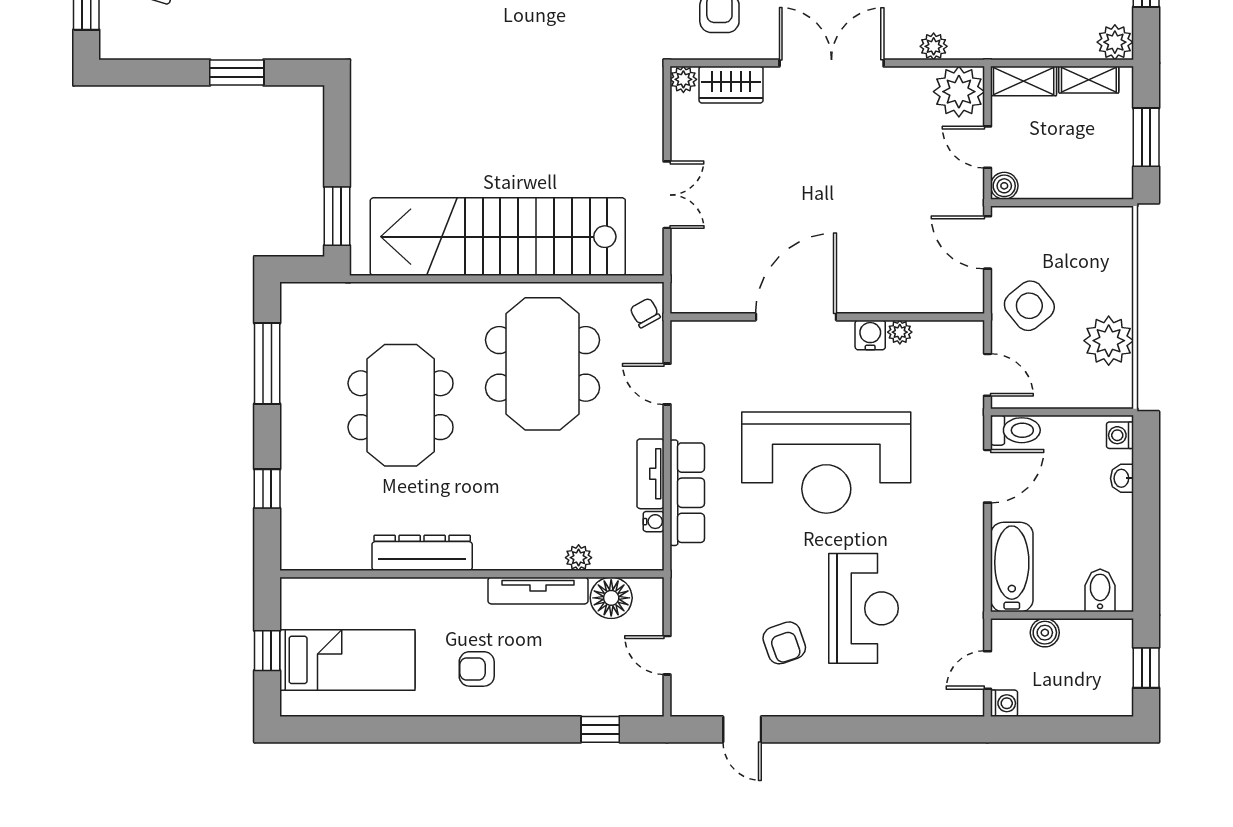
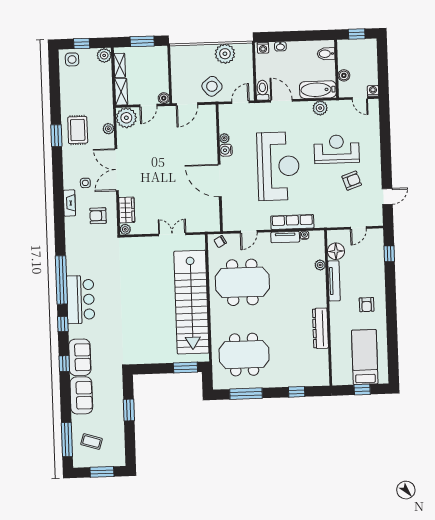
meeting table: (401, 405) -> (244, 355), moved
plant: (966, 571) -> (320, 108), added

